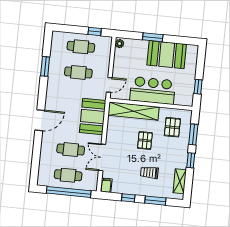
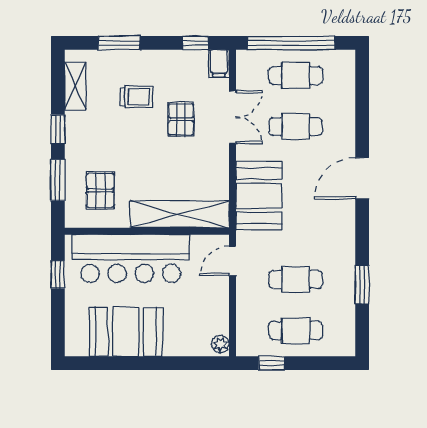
window: (153, 37) -> (156, 363), removed
bar counter: (153, 90) -> (131, 259), width x1.36
pallet: (145, 140) -> (181, 119), moved
window: (128, 198) -> (195, 43), moved

